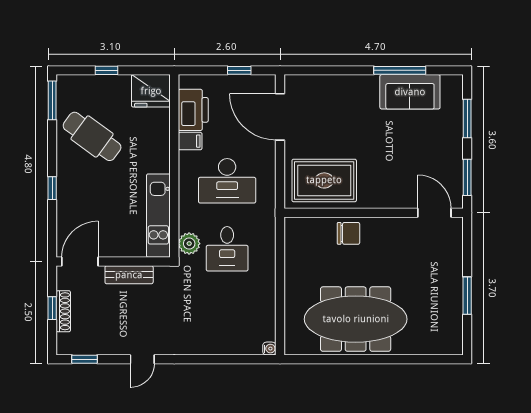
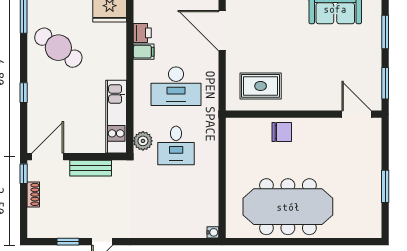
printer: (193, 110) -> (142, 33), width x0.53, depth x0.68
rug: (324, 180) -> (261, 86), width x0.73, depth x0.70
window: (52, 308) -> (24, 174), moved
shoe rack: (63, 311) -> (33, 194), width x0.70
window: (84, 359) -> (68, 242), moved

